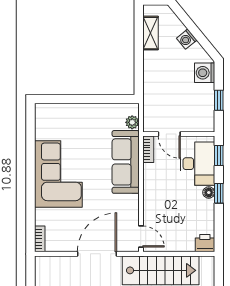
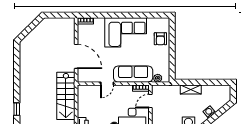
shelving: (151, 33) -> (191, 90), moved
armchair: (69, 118) -> (160, 39), added
door: (141, 237) -> (107, 84), moved

